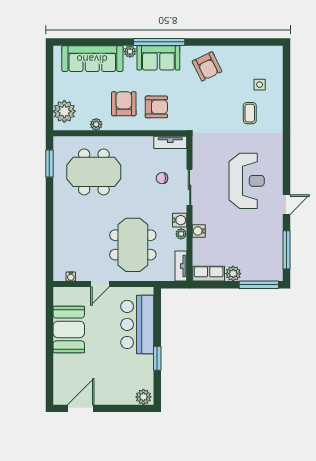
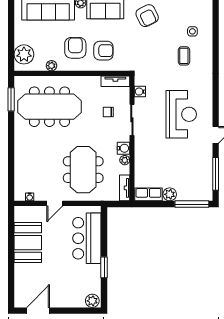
meeting table: (94, 172) -> (49, 107), width x1.36
water cooler: (199, 231) -> (140, 92), moved

